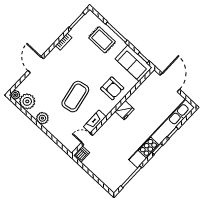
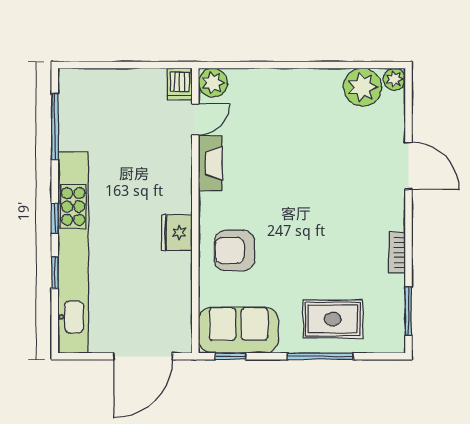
door: (170, 82) -> (143, 356), hinge flipped
coffee table: (75, 97) -> (286, 175), removed
plant: (42, 118) -> (213, 83), moved

